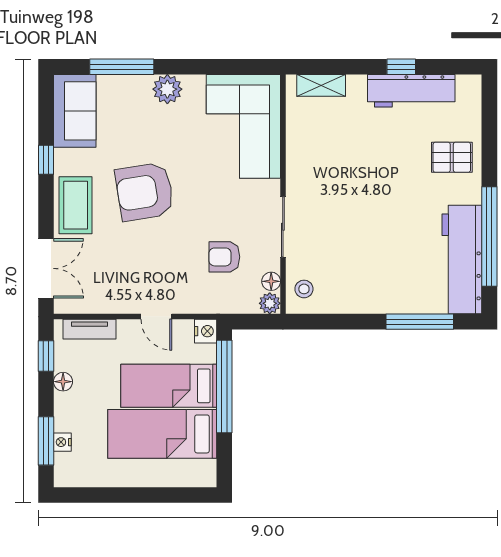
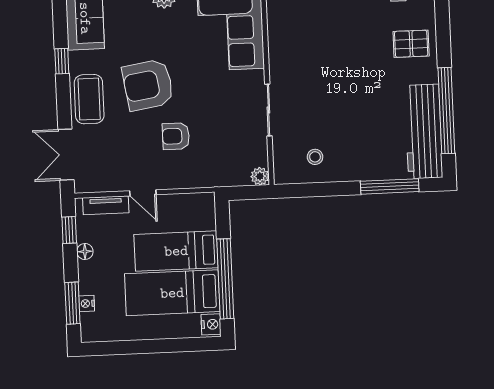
armchair: (224, 257) -> (176, 136), moved
double door: (46, 268) -> (66, 155), swing flipped
floor lamp: (271, 281) -> (260, 157), removed
stool: (304, 289) -> (315, 157), moved
door: (156, 317) -> (143, 193), moved
nightstand: (206, 331) -> (211, 324), moved
window: (224, 386) -> (225, 279), moved

